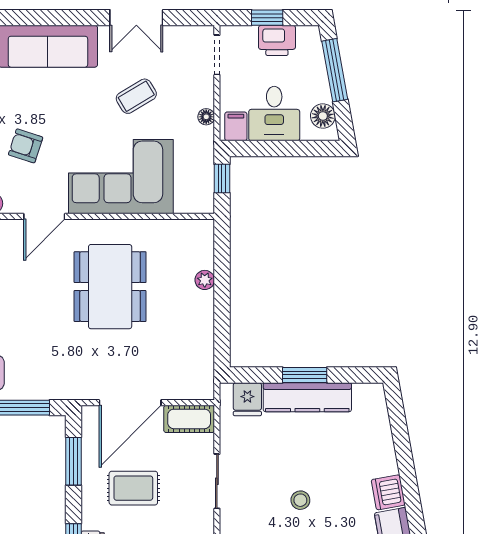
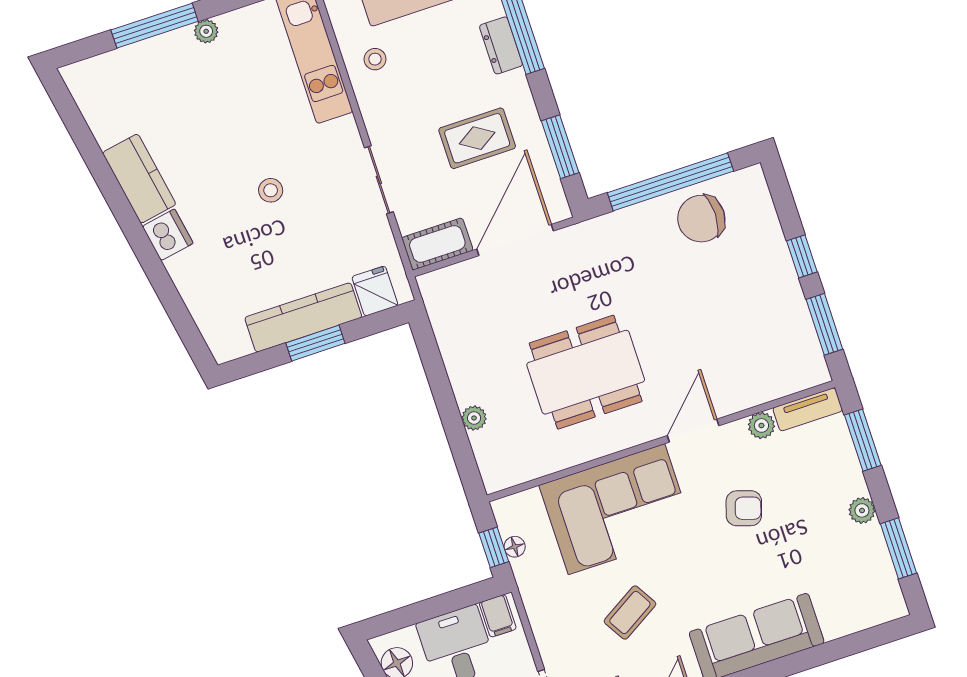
floor lamp: (206, 117) -> (515, 547), moved
dining table: (110, 287) -> (586, 372), turned 90

